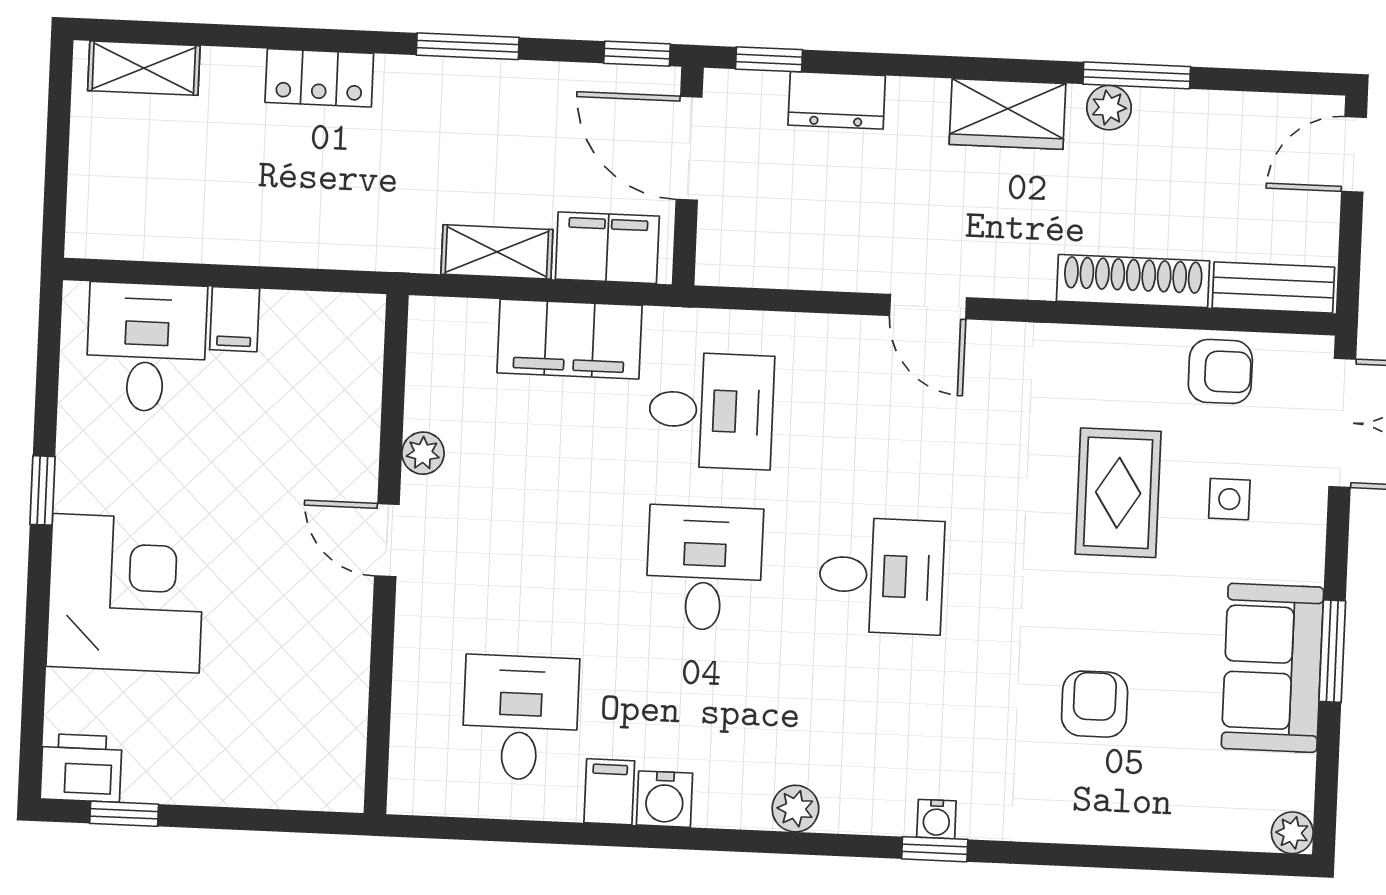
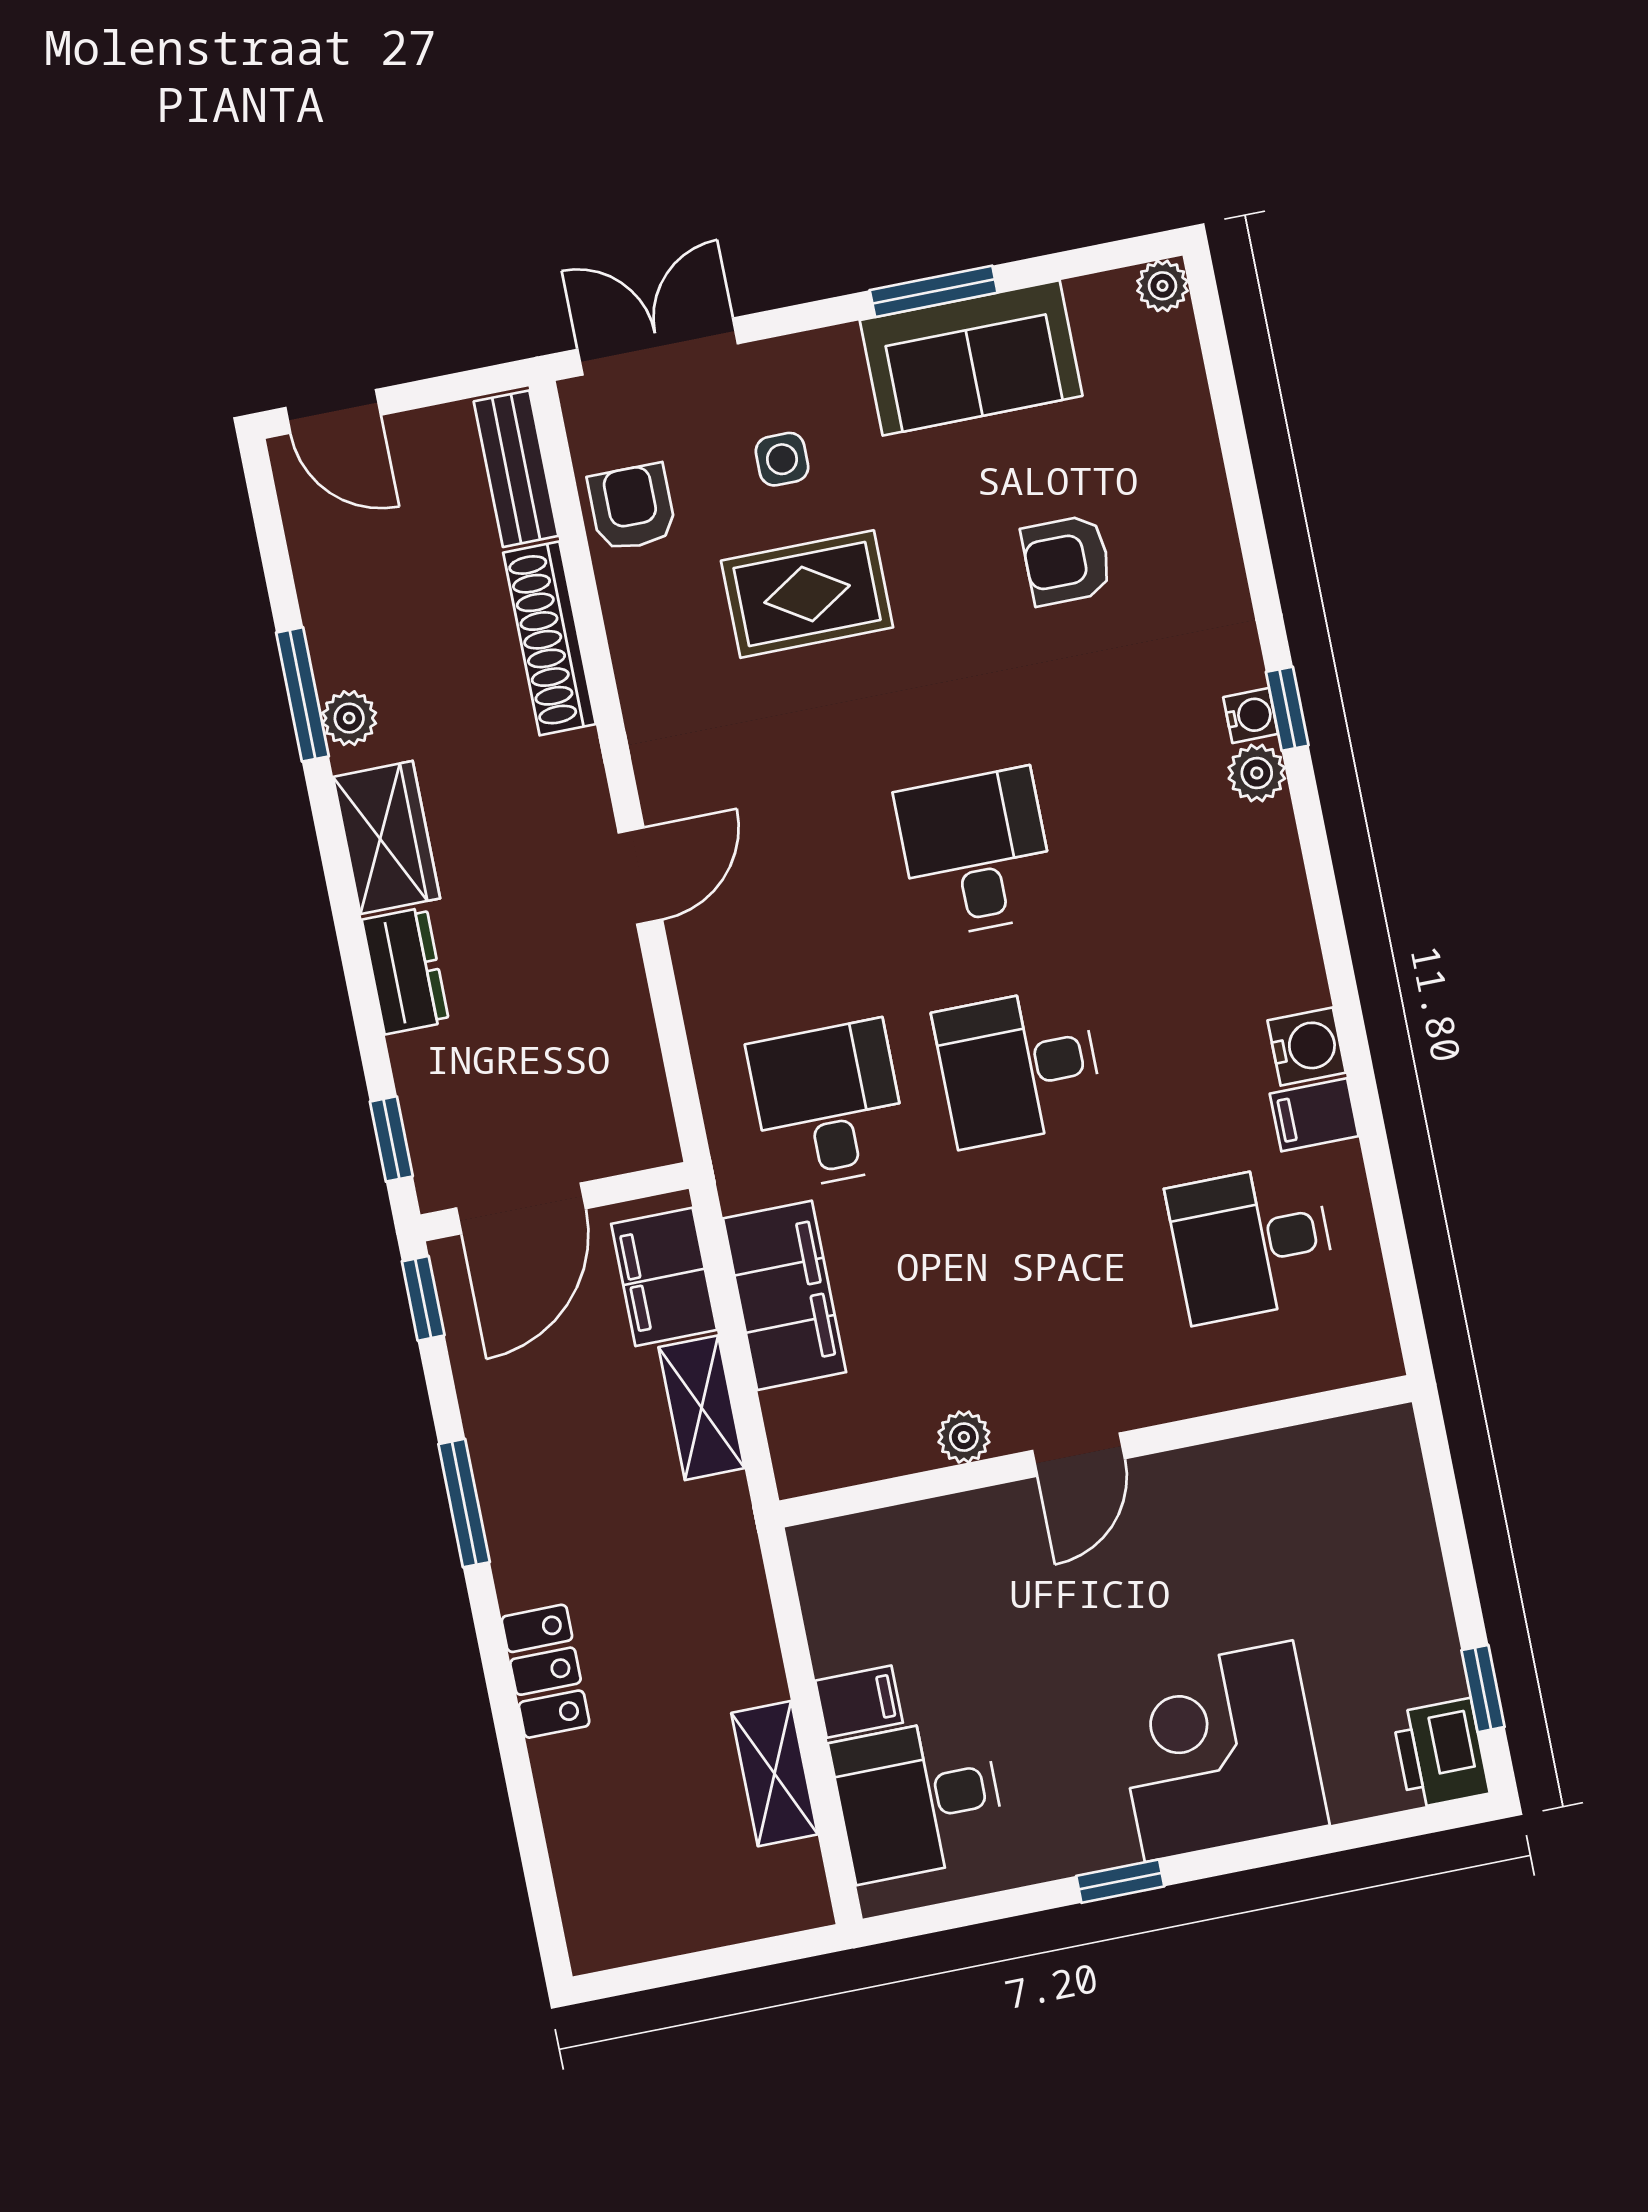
shelving: (144, 68) -> (774, 1774), moved
dresser: (837, 100) -> (405, 971), moved
plant: (795, 809) -> (1257, 773), moved

